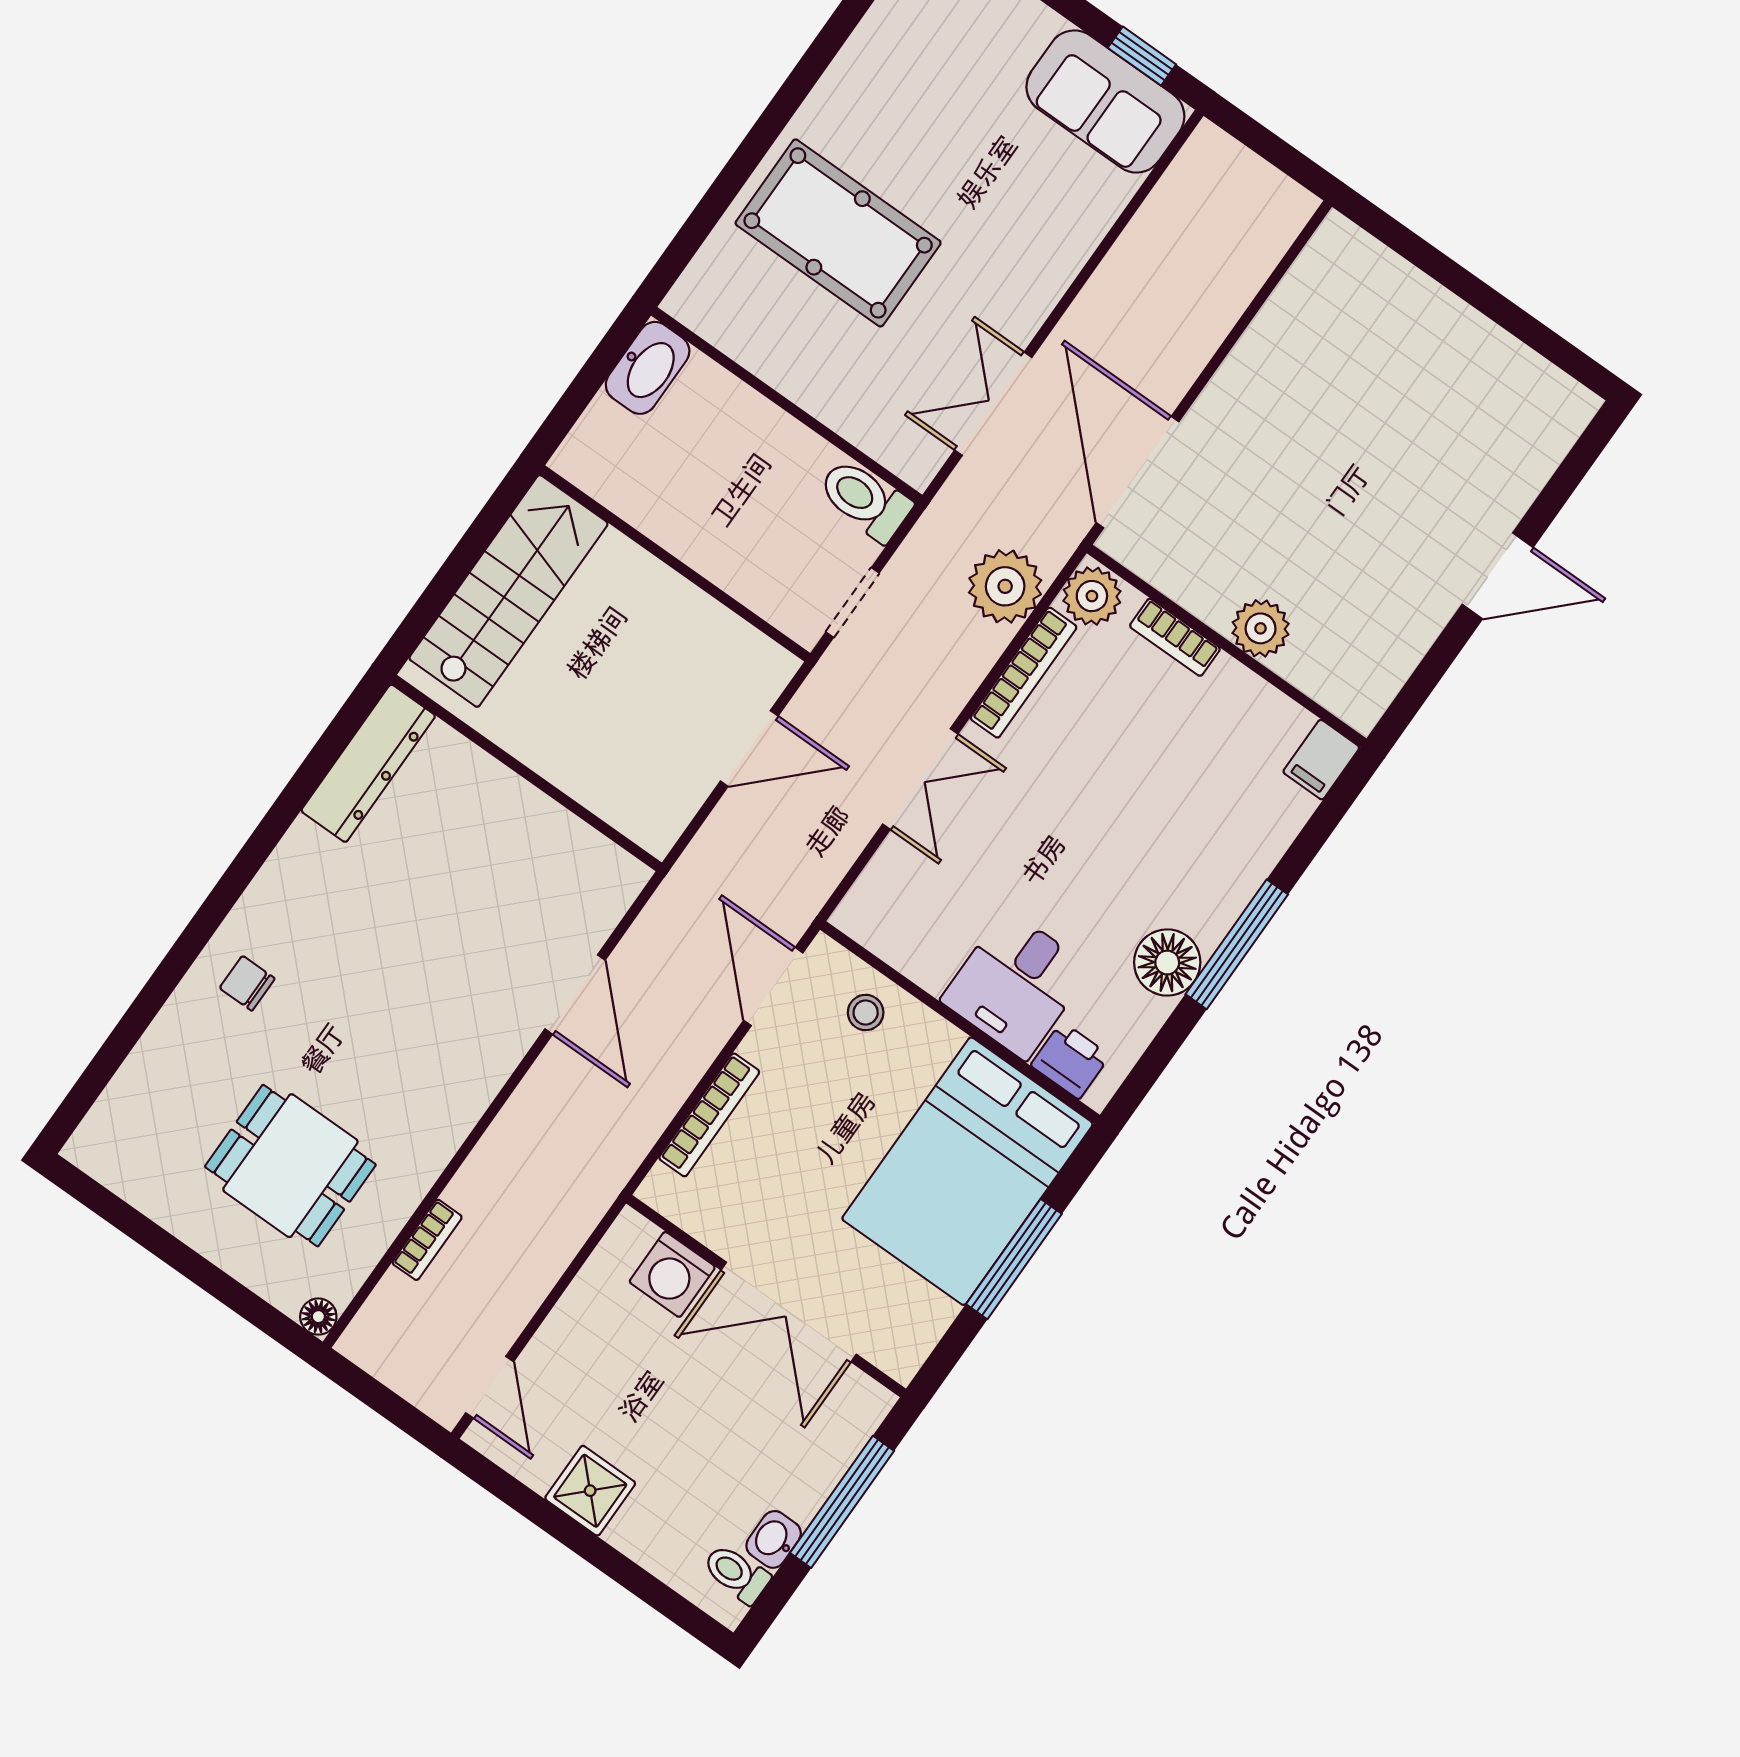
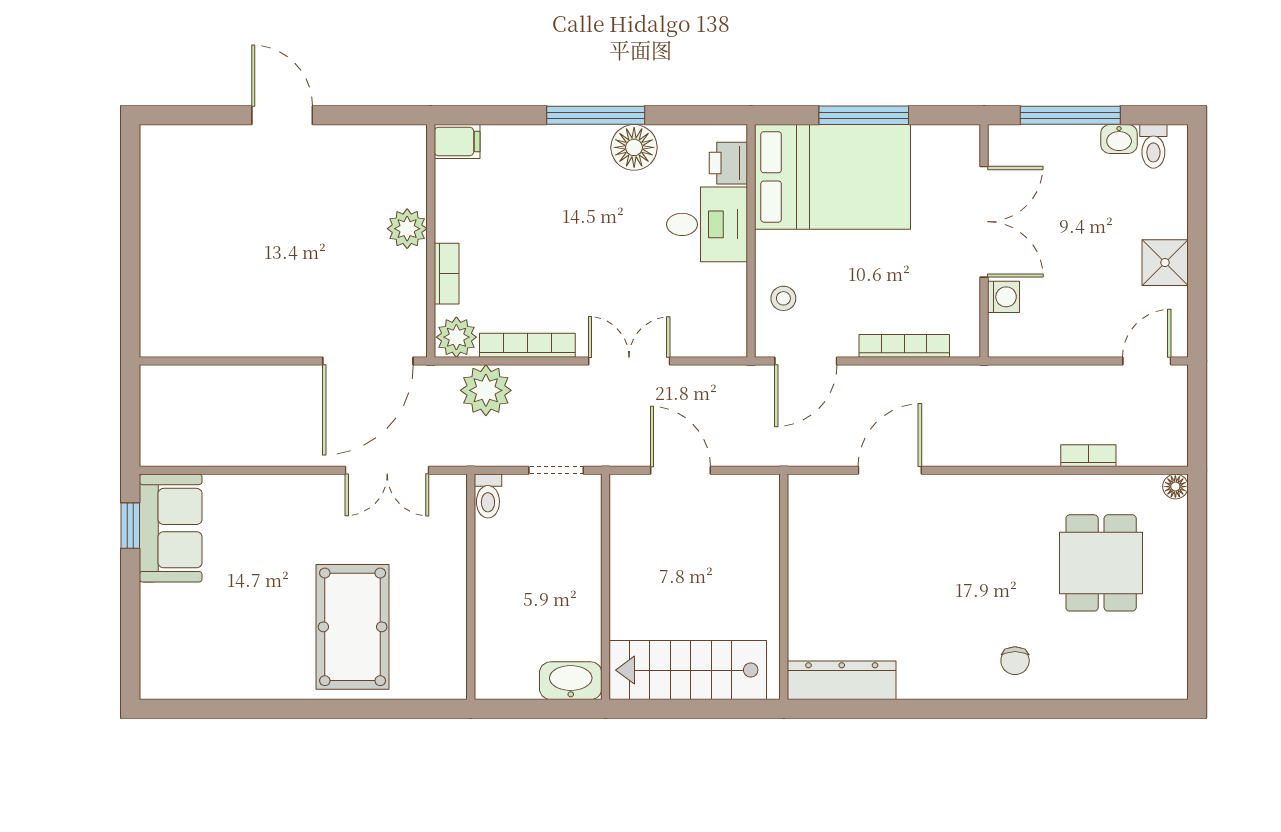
washbasin: (648, 368) -> (571, 681), moved
toilet: (865, 500) -> (488, 496), width x0.73, depth x0.72
washing machine: (672, 1274) -> (1004, 297), width x0.73, depth x0.73

